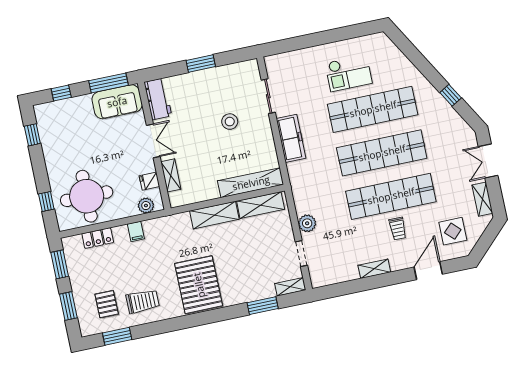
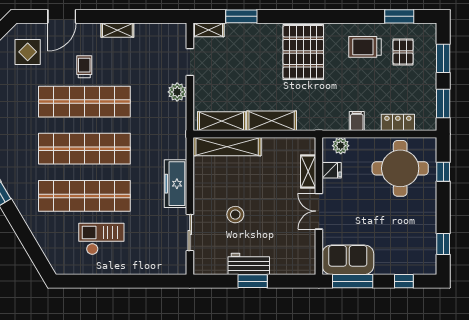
workbench: (158, 99) -> (249, 264), moved, turned 90

